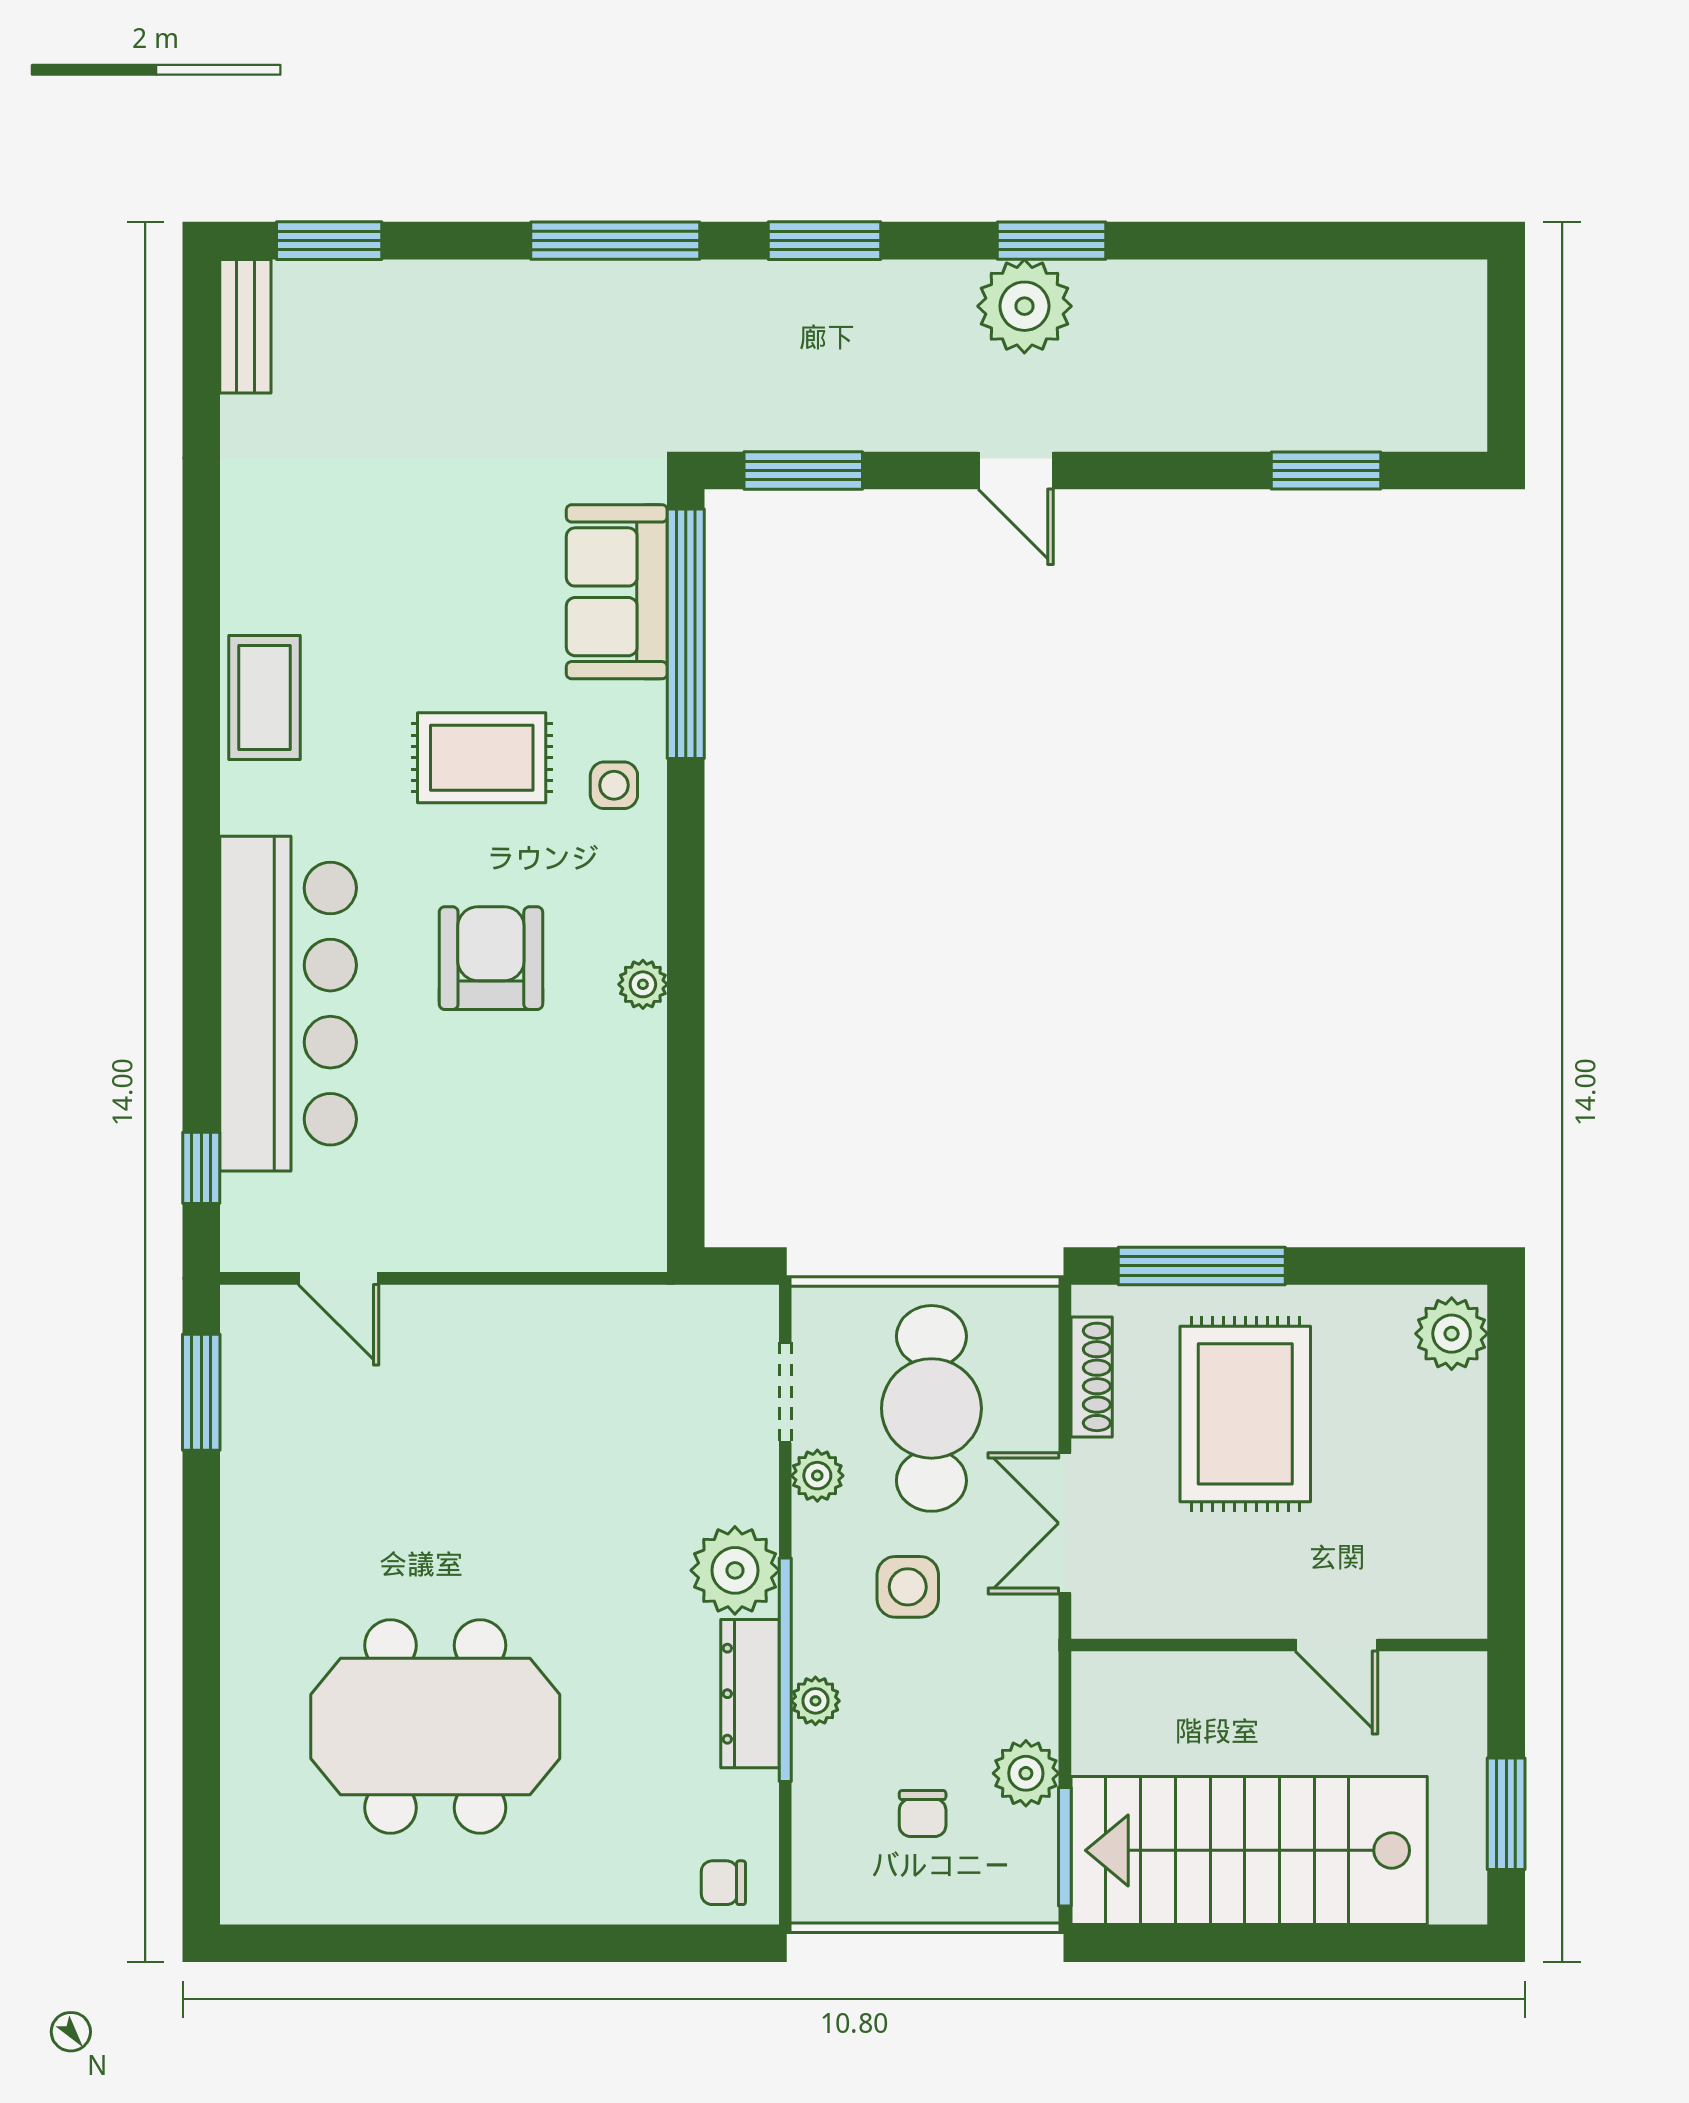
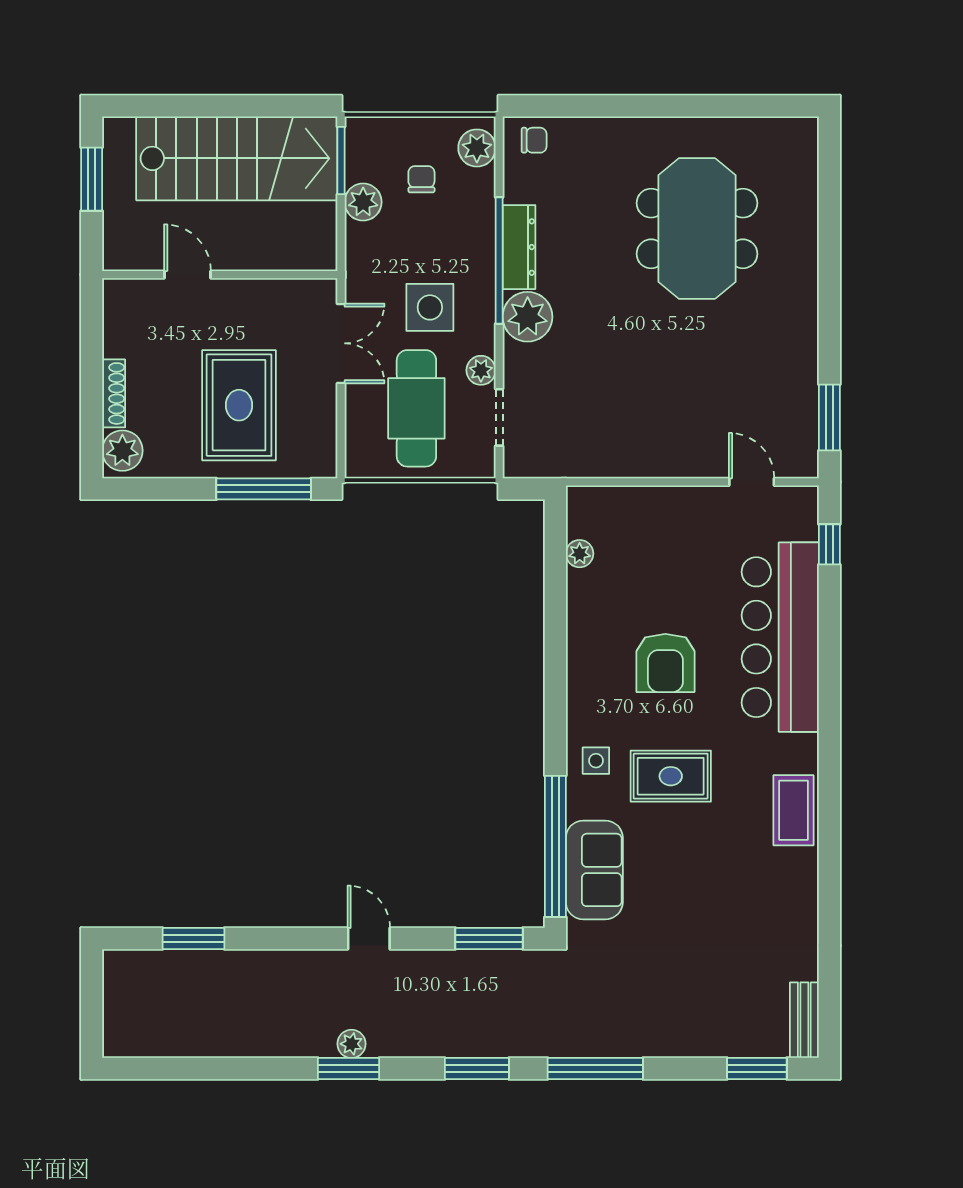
plant: (1024, 306) -> (351, 1044), width x0.53, depth x0.53
plant: (643, 984) -> (580, 554), moved
shoe rack: (1092, 1377) -> (114, 393), moved, turned 180
side table: (908, 1587) -> (430, 307), width x1.37, depth x1.37
plant: (815, 1701) -> (477, 148), moved, width x1.38, depth x1.38
meeting table: (435, 1727) -> (697, 228), turned 90

